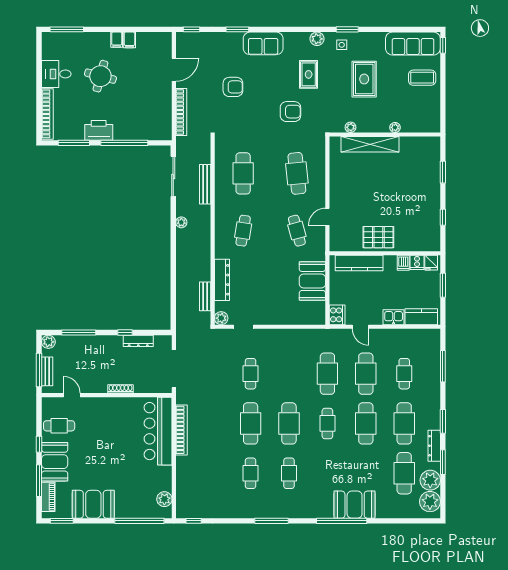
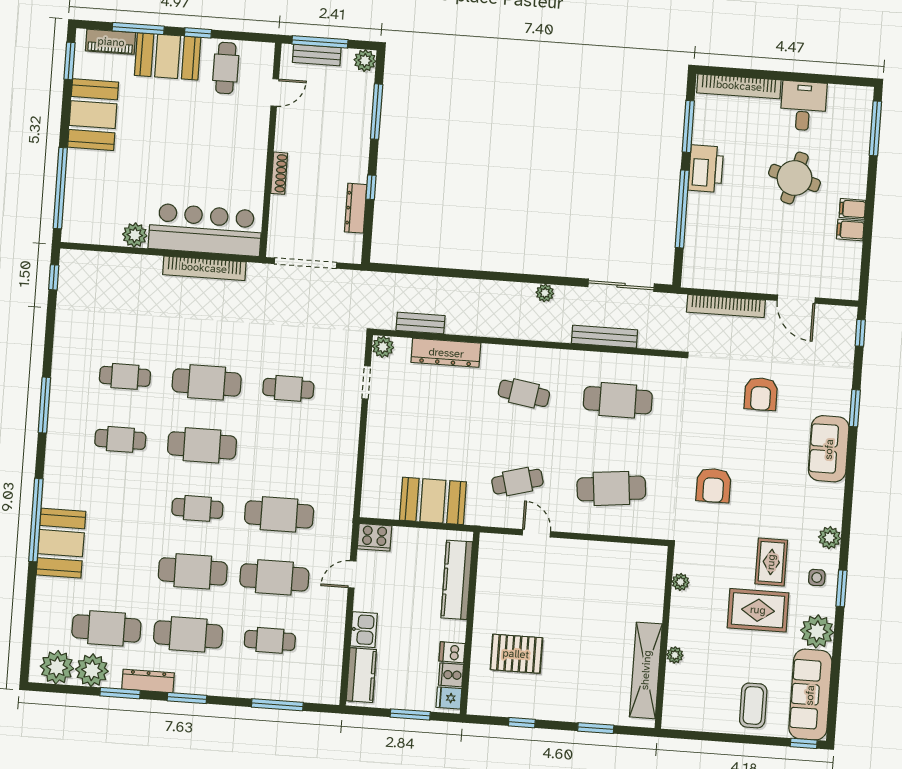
plant: (374, 42) -> (817, 631), added
rug: (309, 74) -> (771, 562), moved, turned 90
shelving: (370, 144) -> (646, 670), moved
pallet: (378, 237) -> (516, 654), moved, turned 90
plant: (164, 499) -> (135, 235), moved

